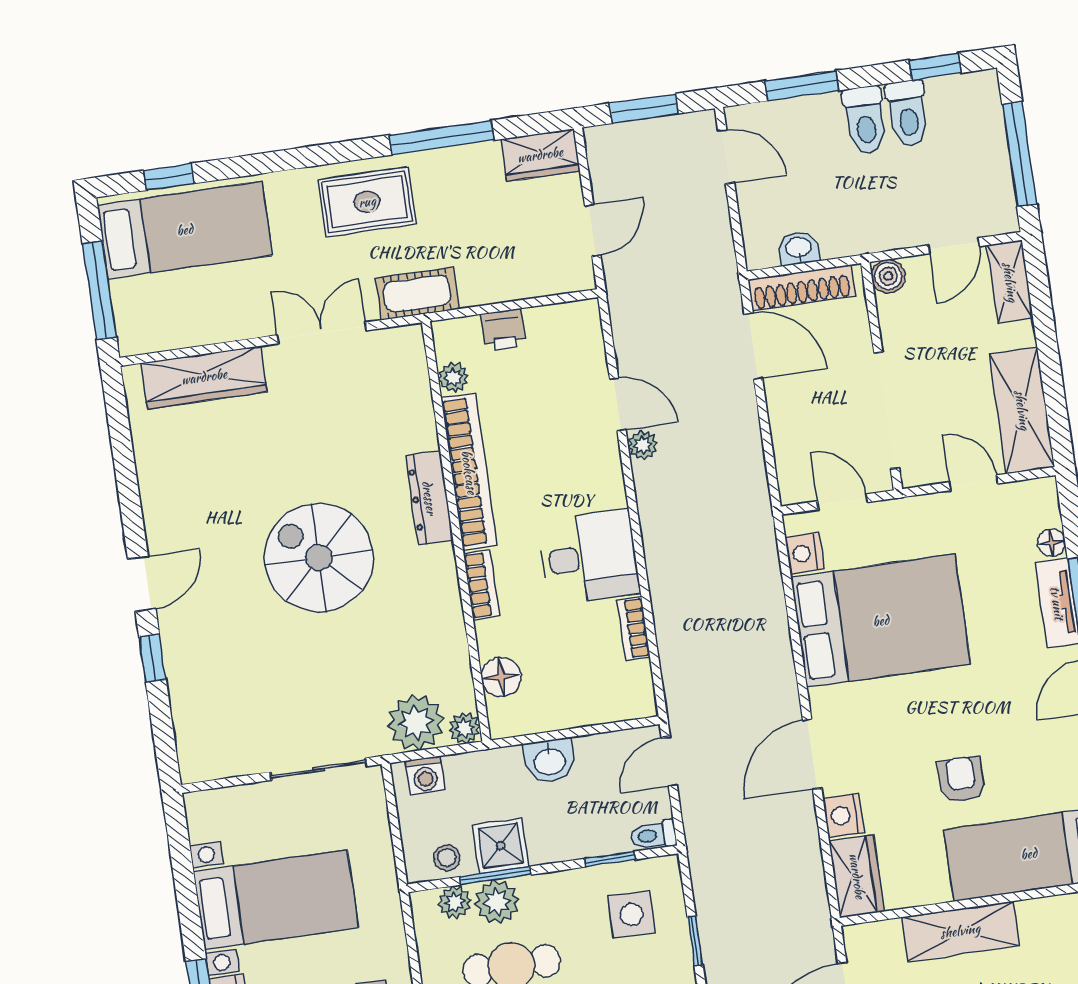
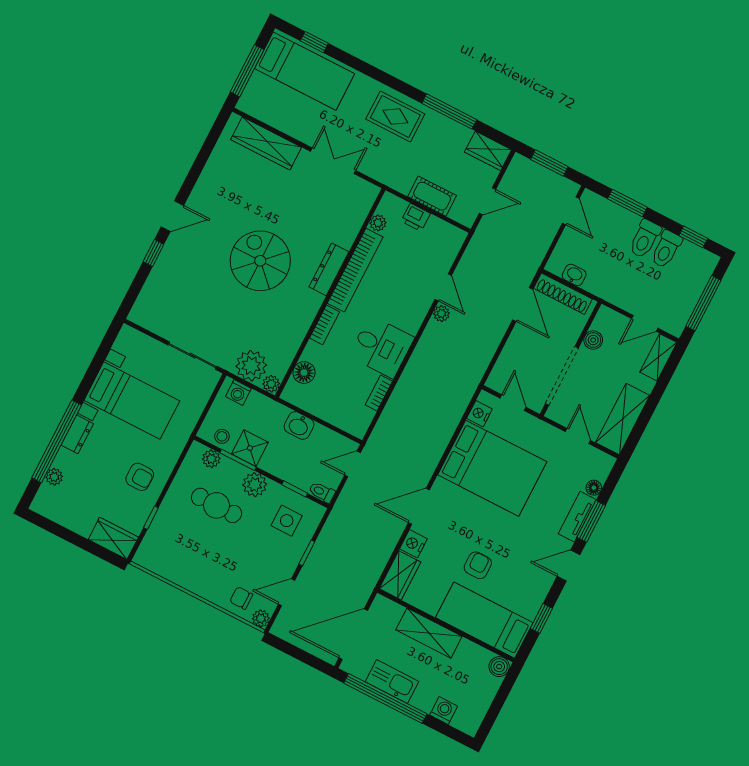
boiler: (888, 276) -> (593, 340), moved
cot: (417, 294) -> (432, 196), moved
plant: (497, 902) -> (255, 485), moved

